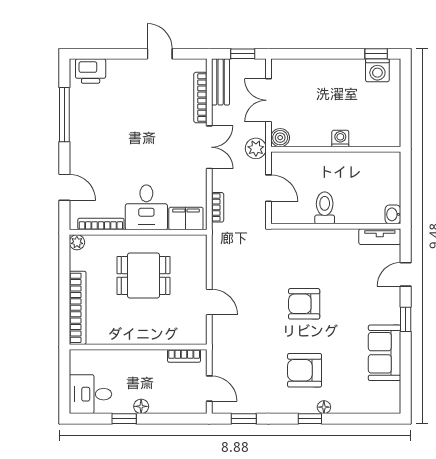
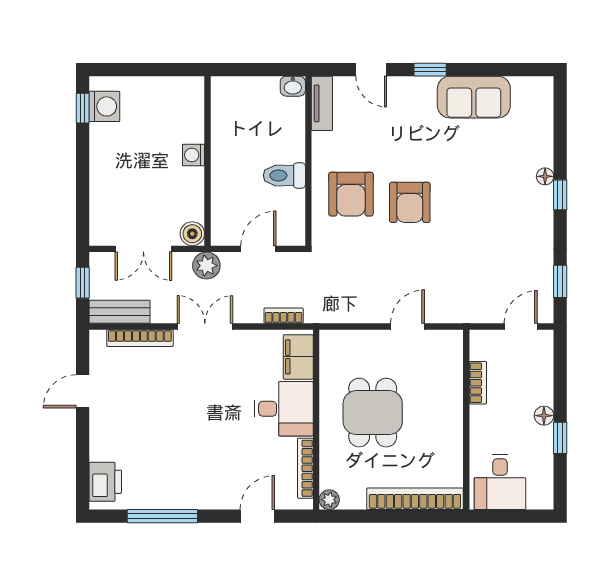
bookcase: (184, 356) -> (478, 383), moved
armchair: (305, 370) -> (351, 194), moved
desk: (90, 394) -> (500, 482), moved

